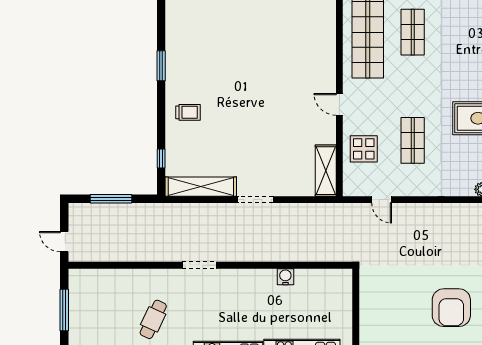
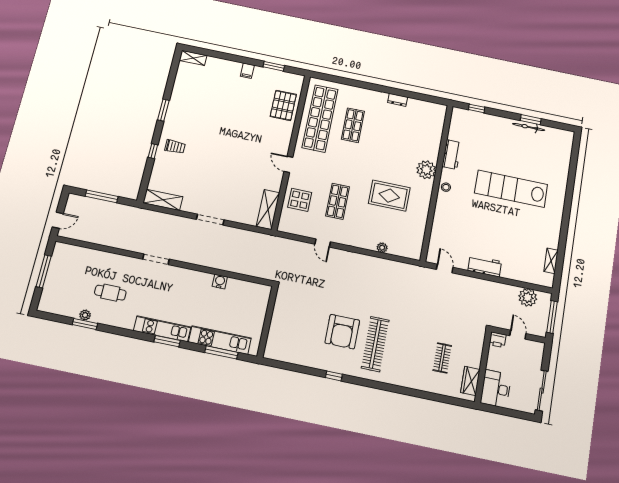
pallet: (316, 25) -> (283, 105), added
window: (161, 159) -> (153, 151), moved
shelving: (201, 187) -> (163, 200), width x0.68
door: (382, 200) -> (323, 243), moved
door: (64, 242) -> (58, 220), swing flipped
cafe table: (153, 319) -> (110, 293), turned 65

